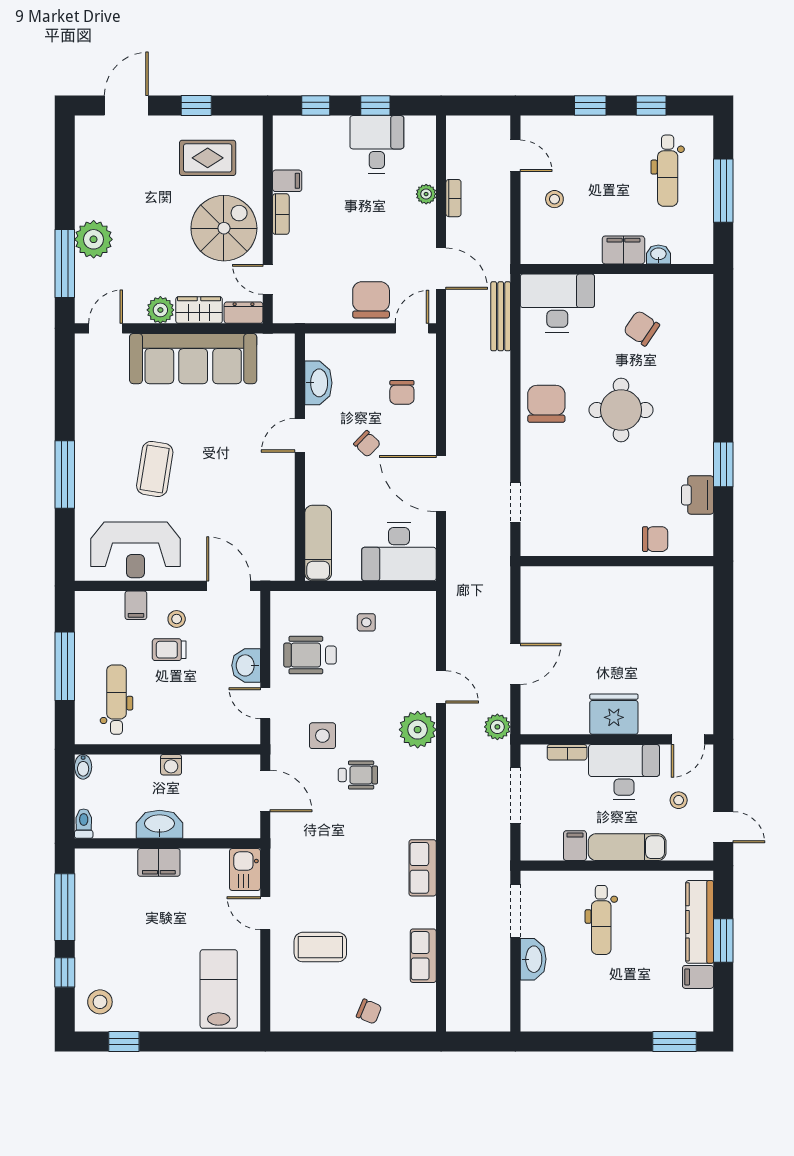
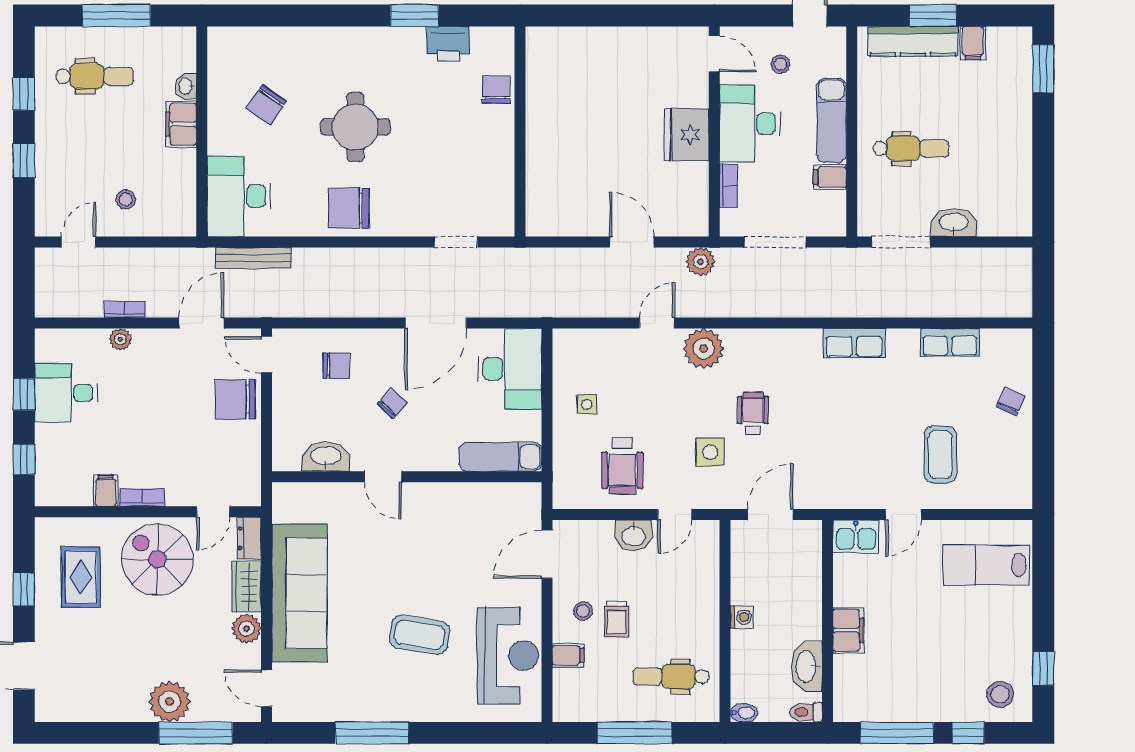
window: (65, 474) -> (372, 733), moved
washbasin: (160, 824) -> (807, 666), moved

